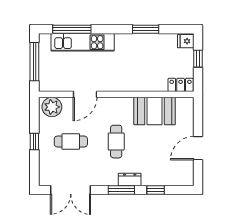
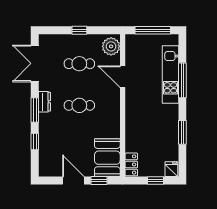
window: (72, 29) -> (182, 80), moved
booth: (155, 111) -> (107, 158), moved
window: (198, 120) -> (99, 180), added
cafe table: (71, 142) -> (79, 64), turned 90
dresser: (130, 180) -> (44, 102), moved

